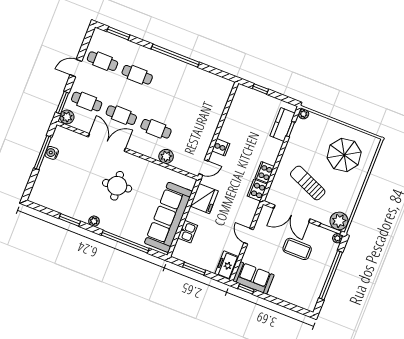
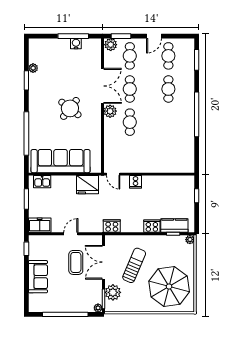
door: (76, 68) -> (154, 36), swing flipped
parasol: (344, 155) -> (169, 286), width x1.36, depth x1.36
plant: (166, 156) -> (110, 111), moved
cooker: (265, 172) -> (152, 226), moved
round table: (117, 186) -> (70, 108), turned 45
plant: (94, 221) -> (33, 68), moved
plant: (339, 221) -> (113, 292), moved
kitchen sink: (188, 232) -> (42, 182), moved
coffee table: (297, 249) -> (76, 262), moved
sofa: (253, 278) -> (38, 277), moved

